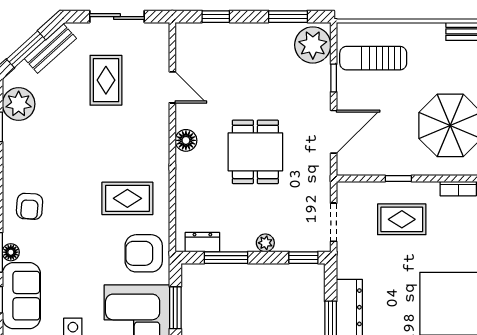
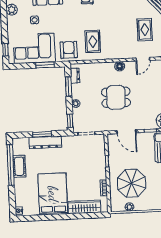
rug: (106, 80) -> (145, 30), turned 90
rug: (402, 219) -> (89, 164), removed

